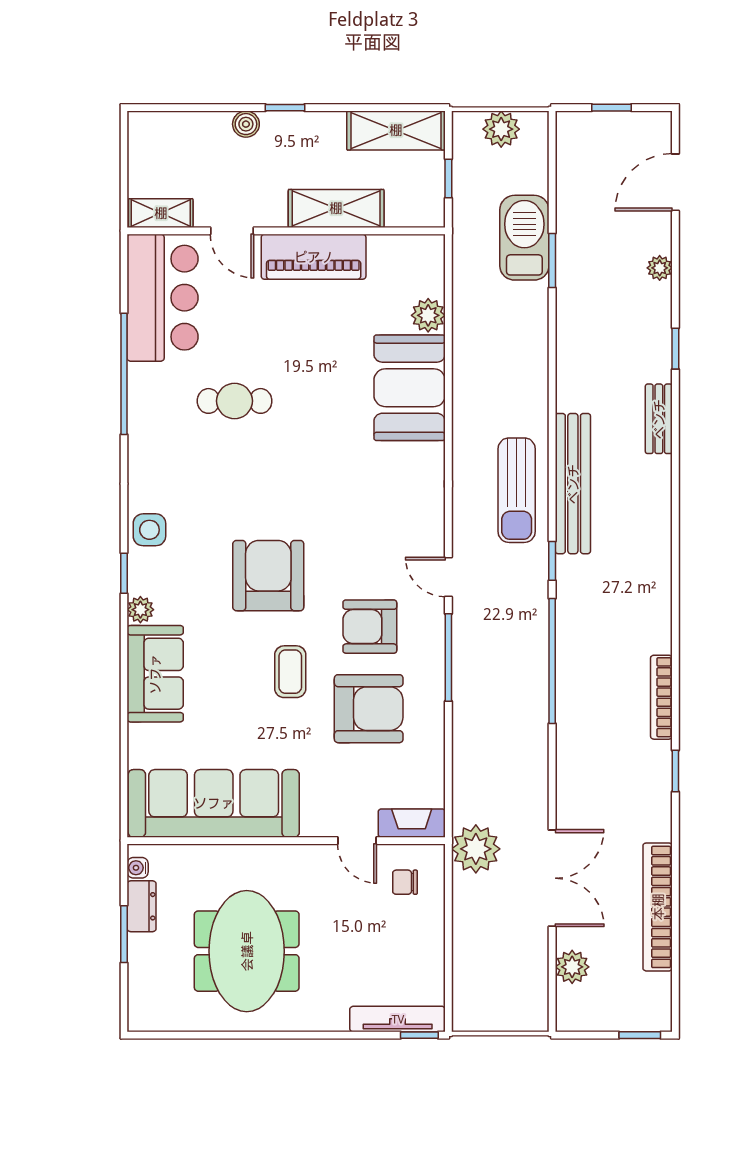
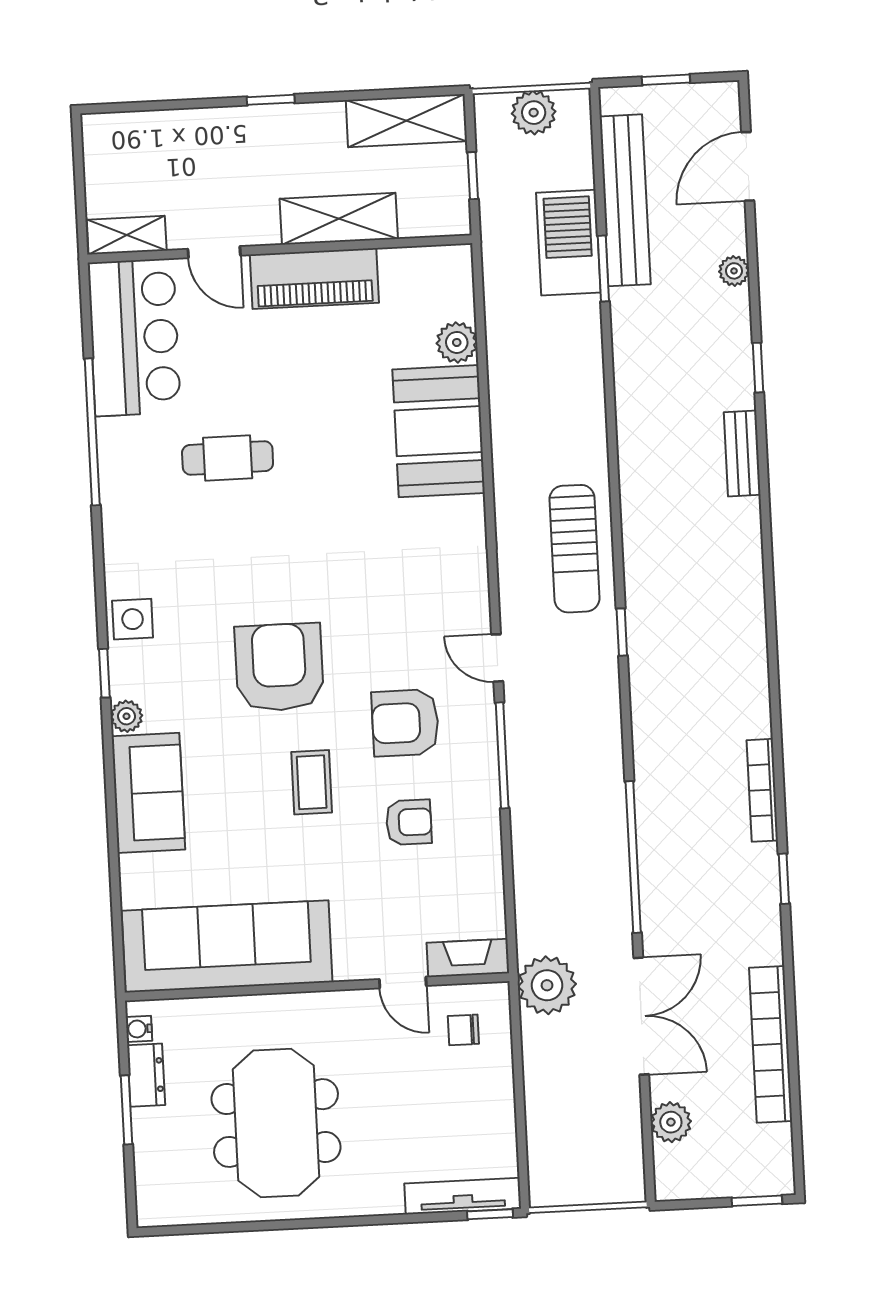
boiler: (246, 124) -> (224, 122), removed
bench: (573, 484) -> (625, 200), moved
window: (552, 661) -> (633, 857), moved
armchair: (369, 709) -> (409, 822), width x0.53, depth x0.53

